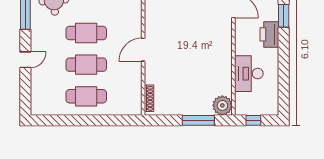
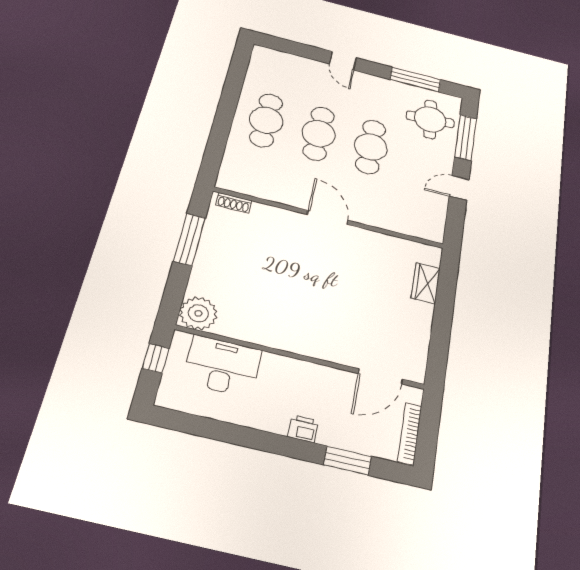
printer: (269, 34) -> (303, 429), width x0.53, depth x0.68
desk: (249, 74) -> (222, 366), moved
shoe rack: (149, 98) -> (234, 203), width x0.70
window: (198, 120) -> (189, 239), moved

